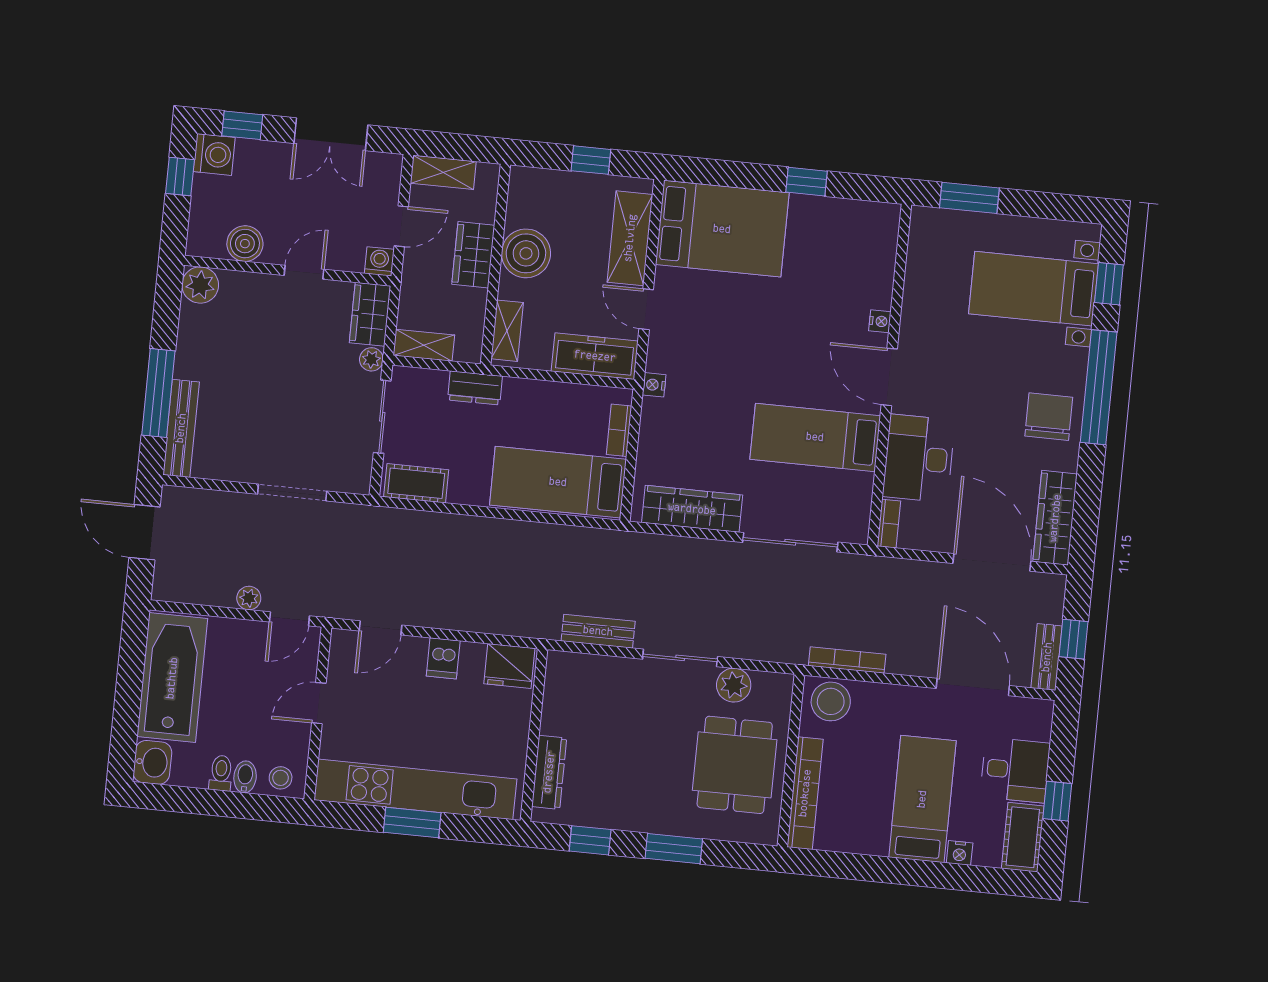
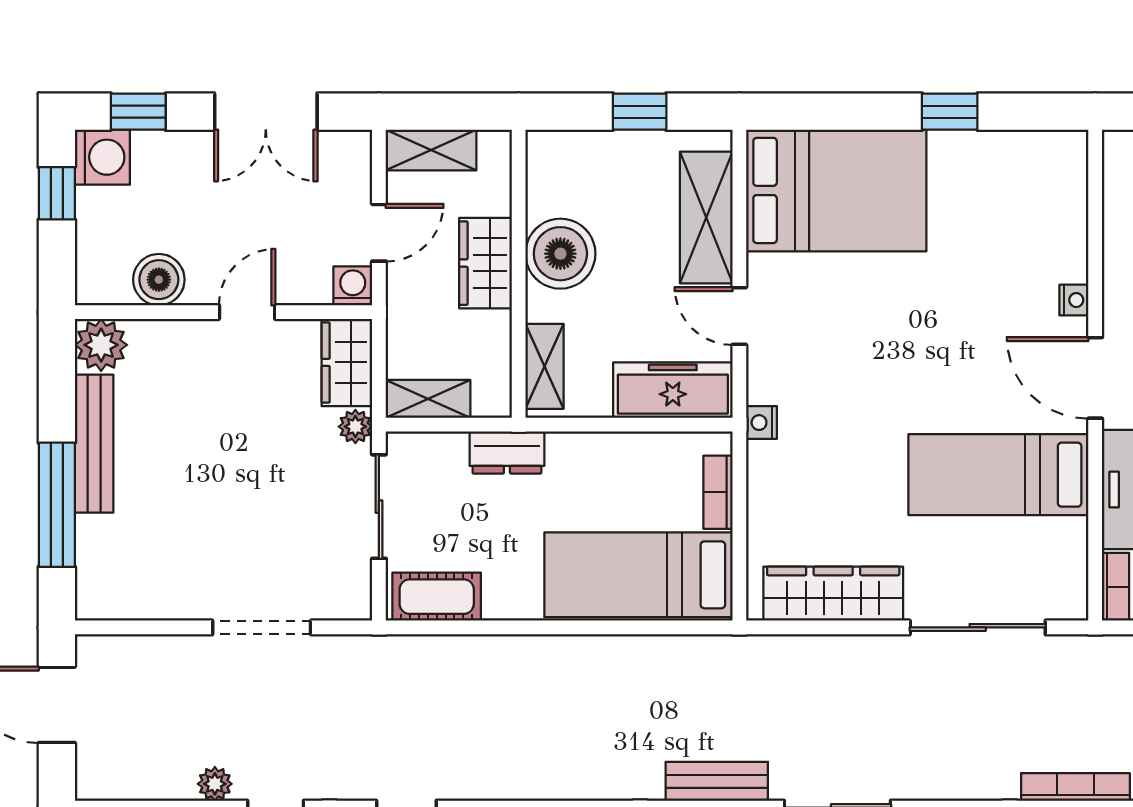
bench: (181, 428) -> (94, 444), moved

